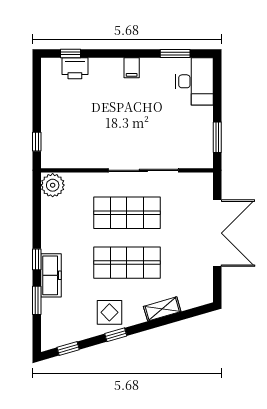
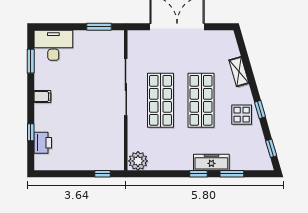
window: (71, 54) -> (31, 132), moved

